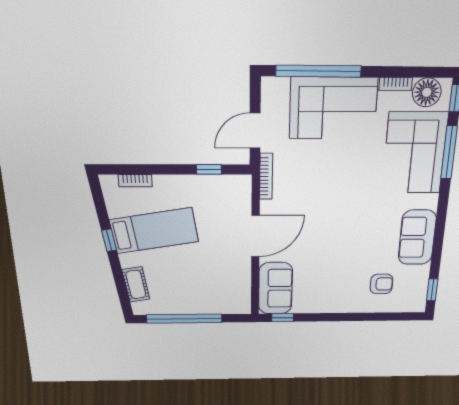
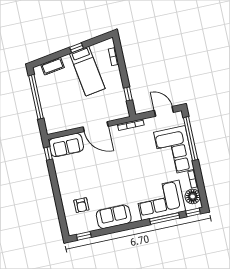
door: (255, 131) -> (164, 111), moved

